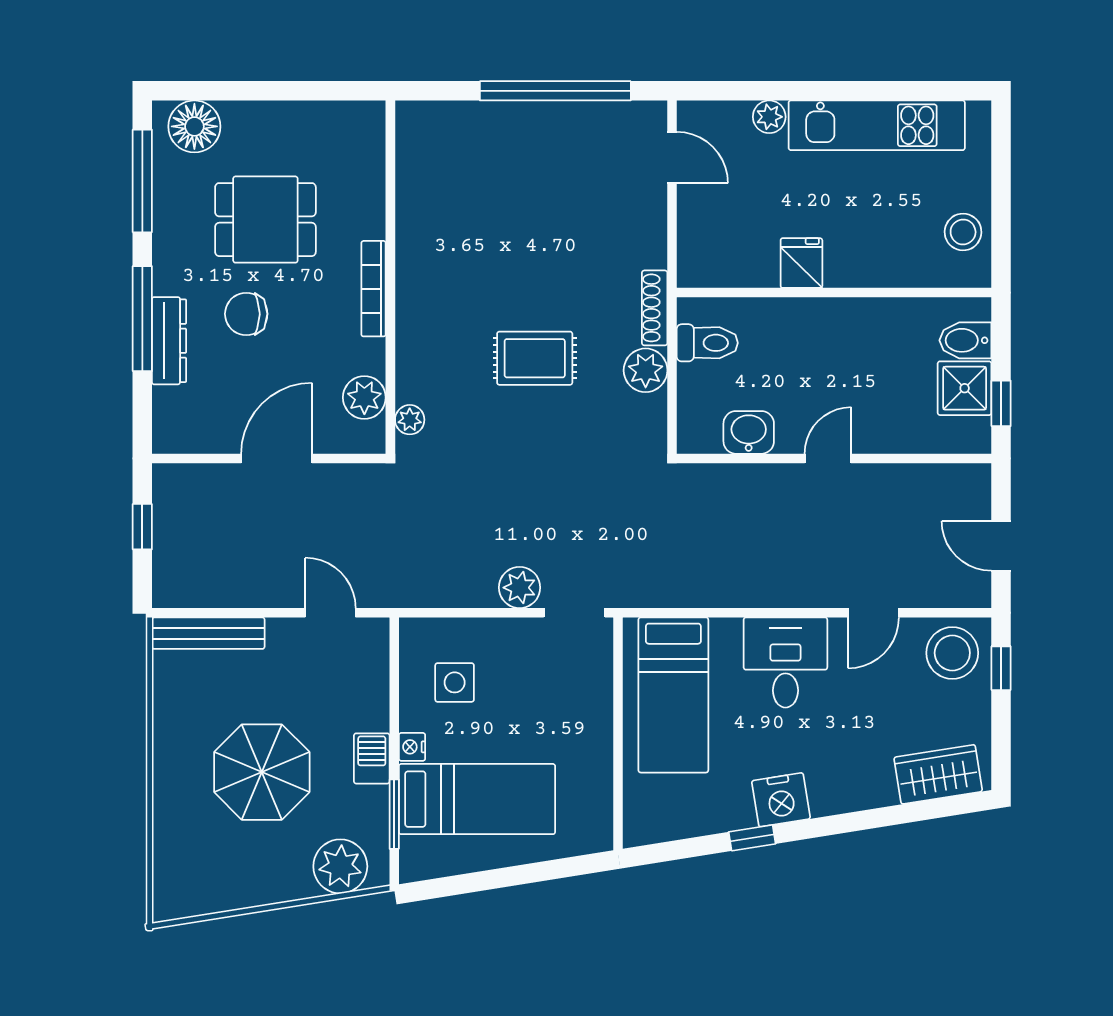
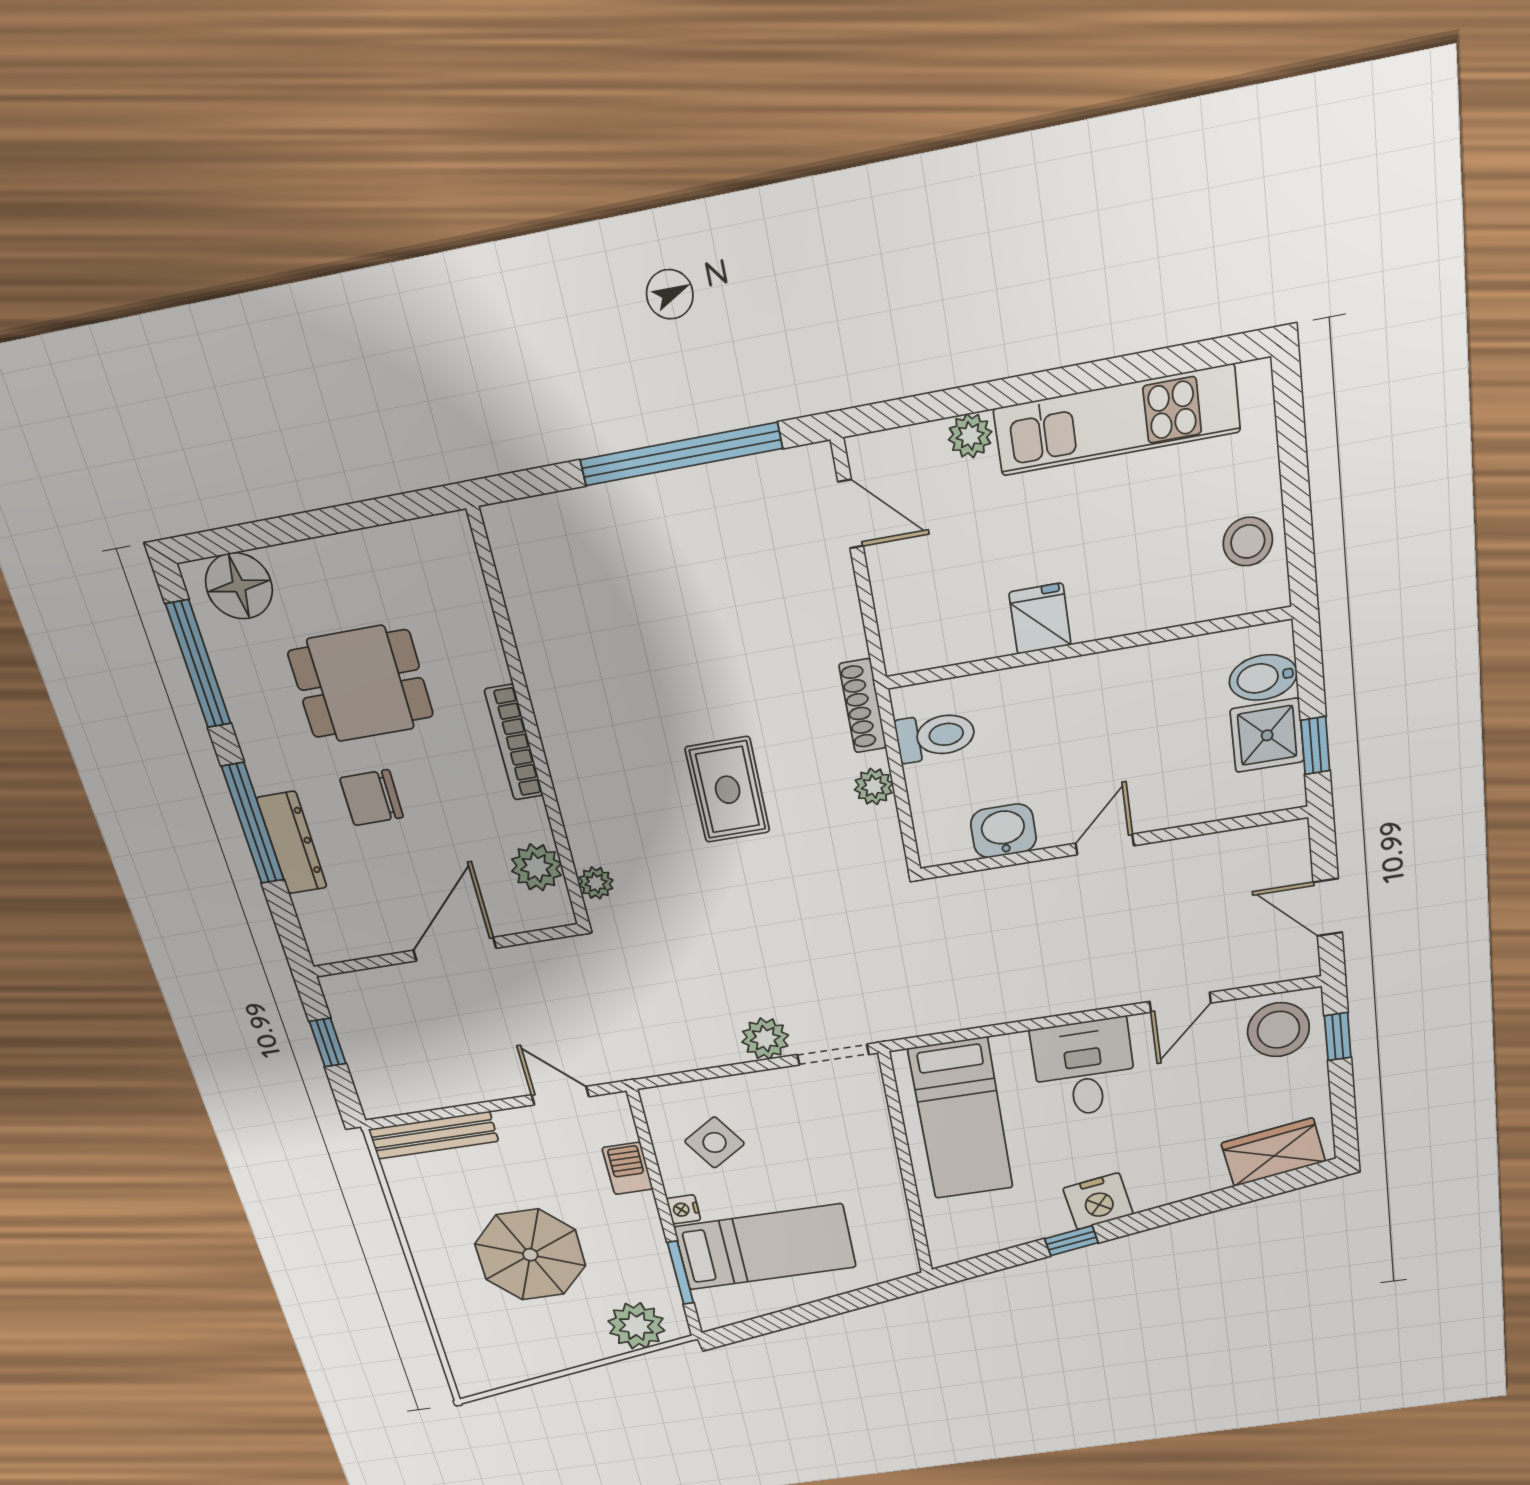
rug: (535, 358) -> (728, 790), turned 90
plant: (646, 370) -> (874, 787), width x0.73, depth x0.73
side table: (455, 682) -> (715, 1142), turned -33
barbecue: (372, 758) -> (627, 1168), moved

